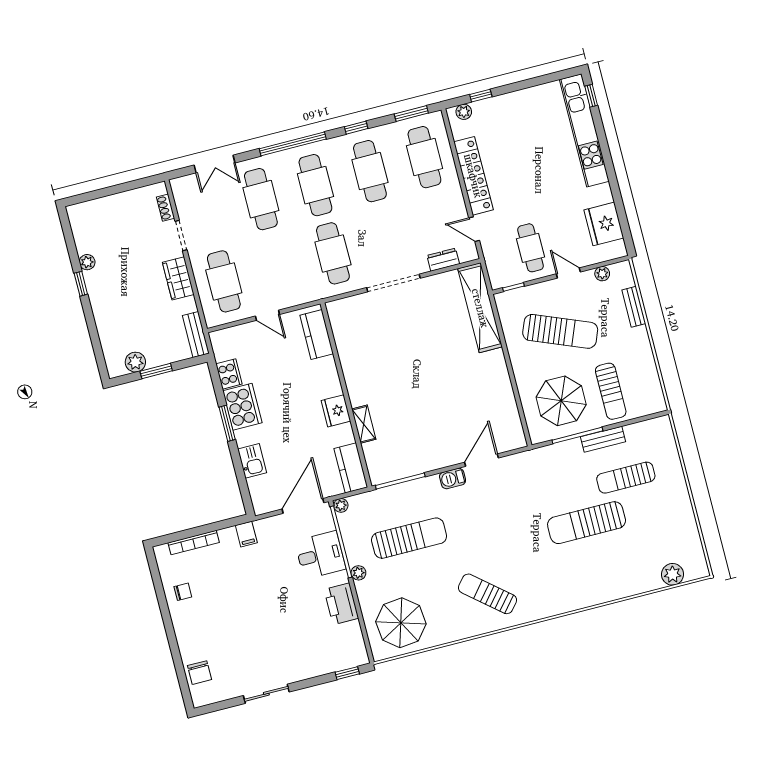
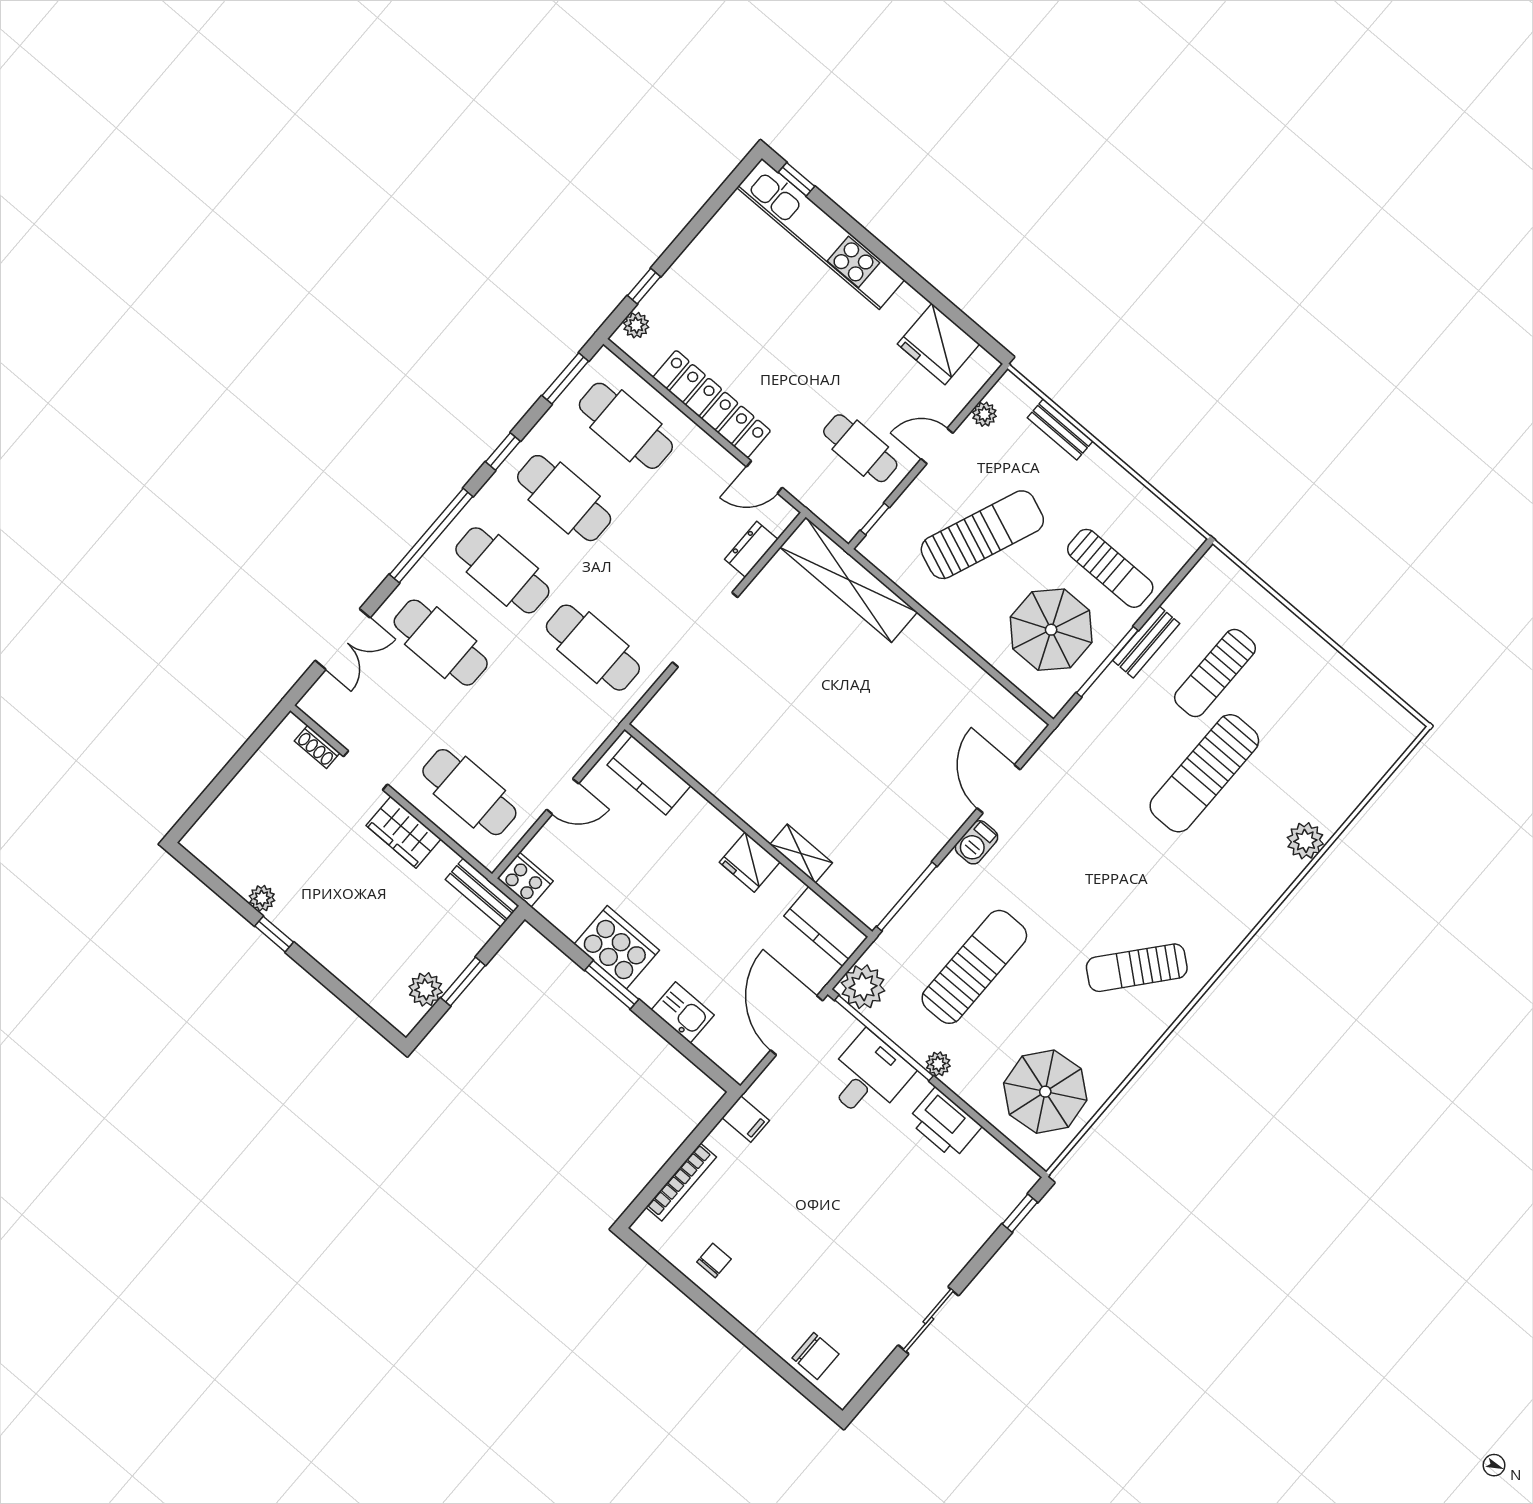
cooker: (229, 374) -> (525, 880), moved
plant: (341, 505) -> (863, 987), width x1.87, depth x1.87
plant: (673, 574) -> (1305, 841), moved

